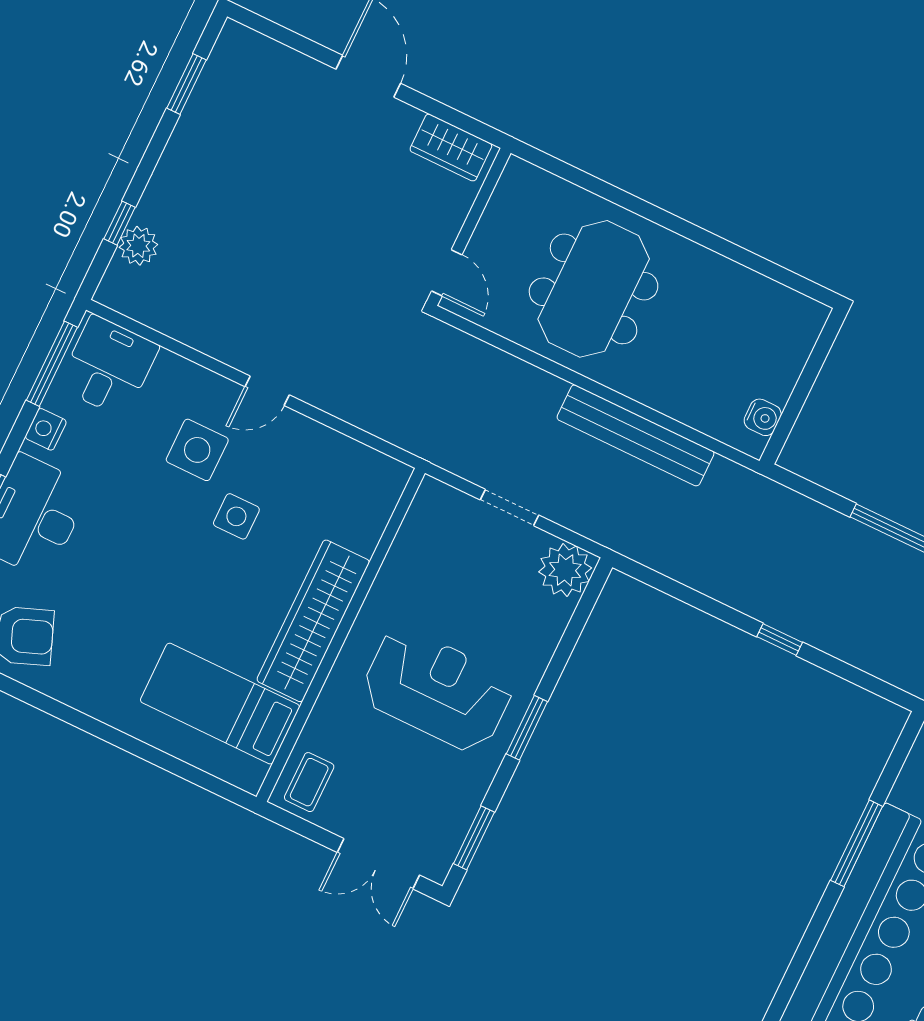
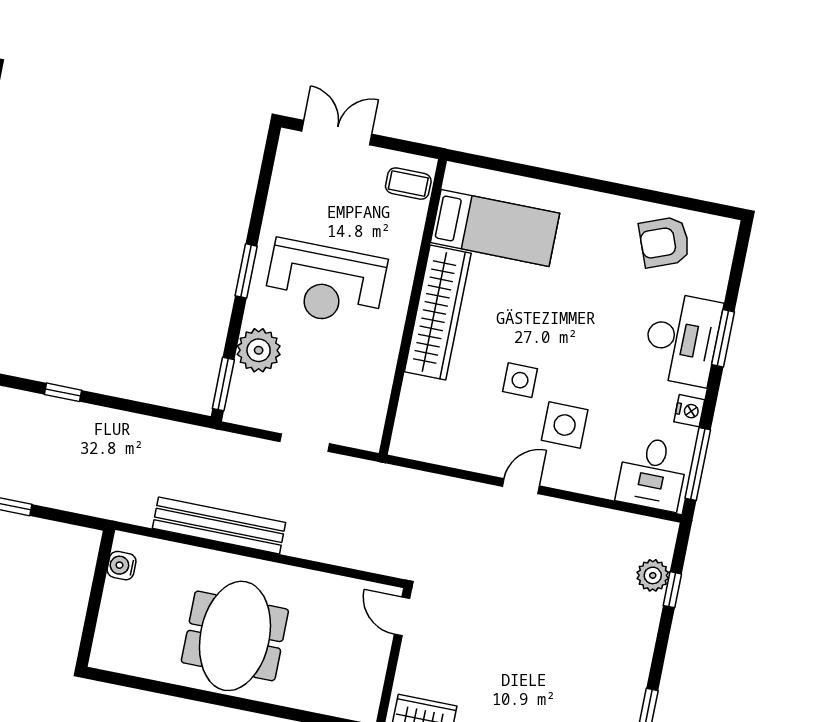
meeting table: (594, 289) -> (235, 636), moved
plant: (565, 570) -> (259, 350), moved
coffee table: (309, 782) -> (408, 184), turned 90
window: (474, 838) -> (223, 384), moved

